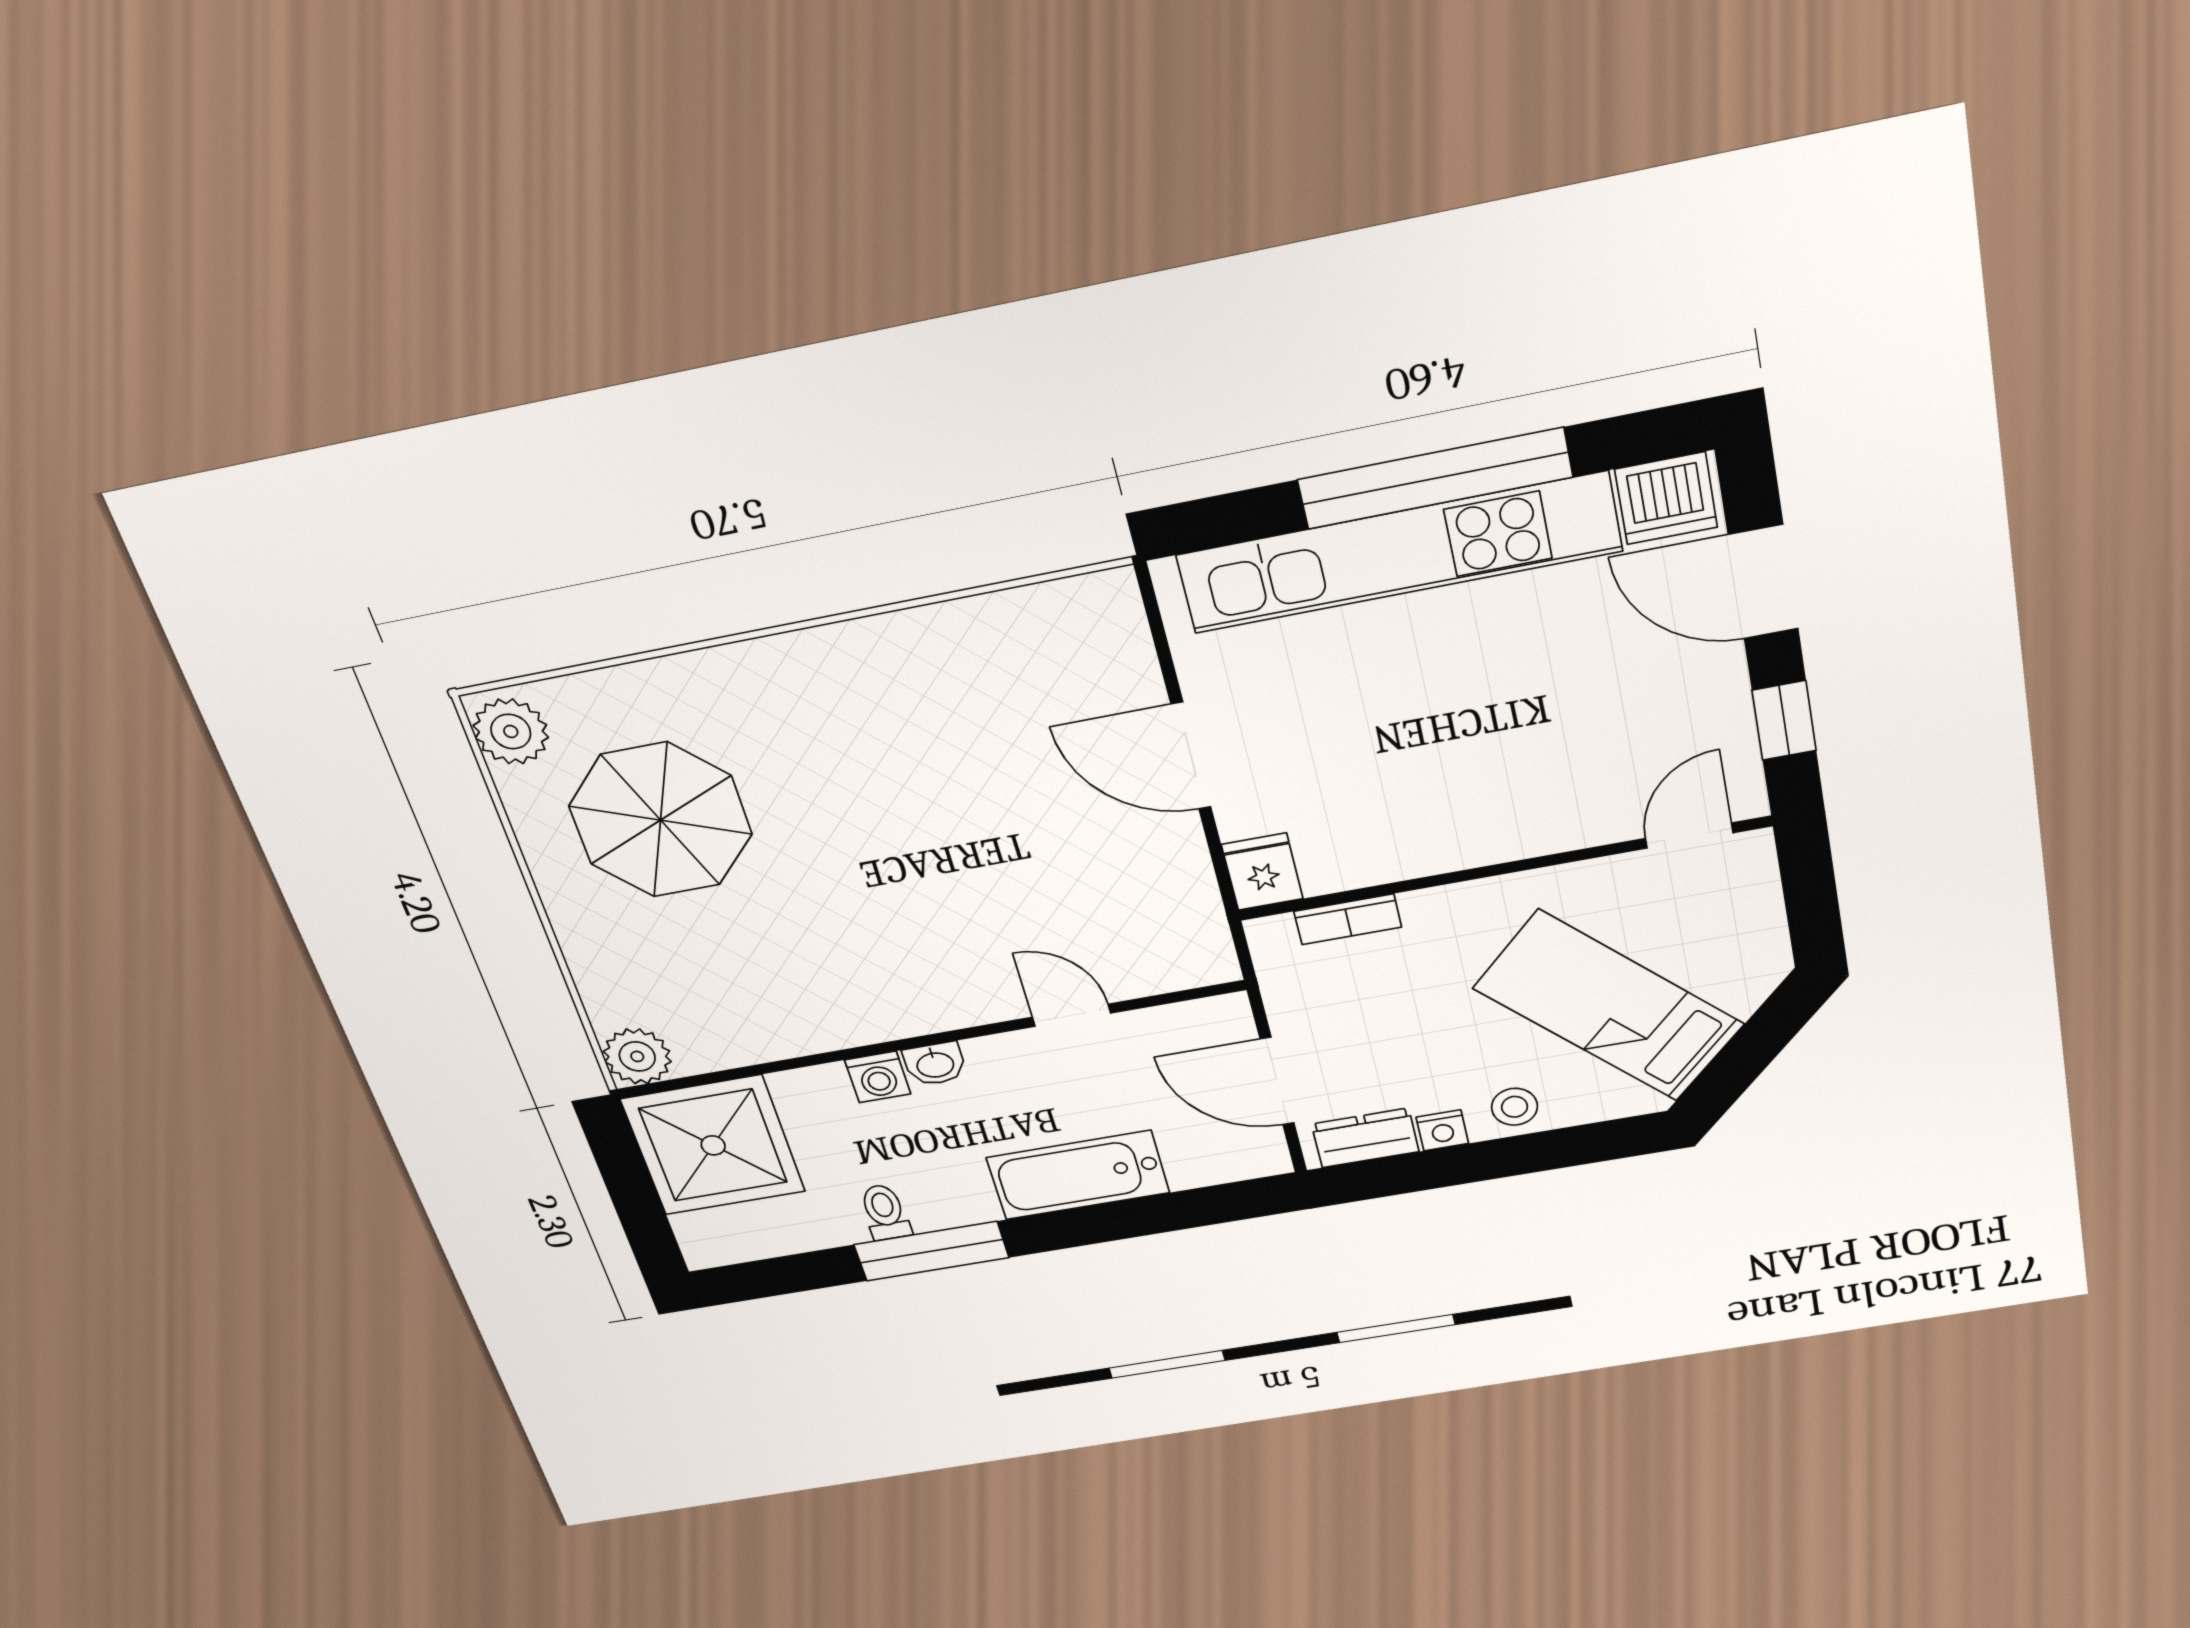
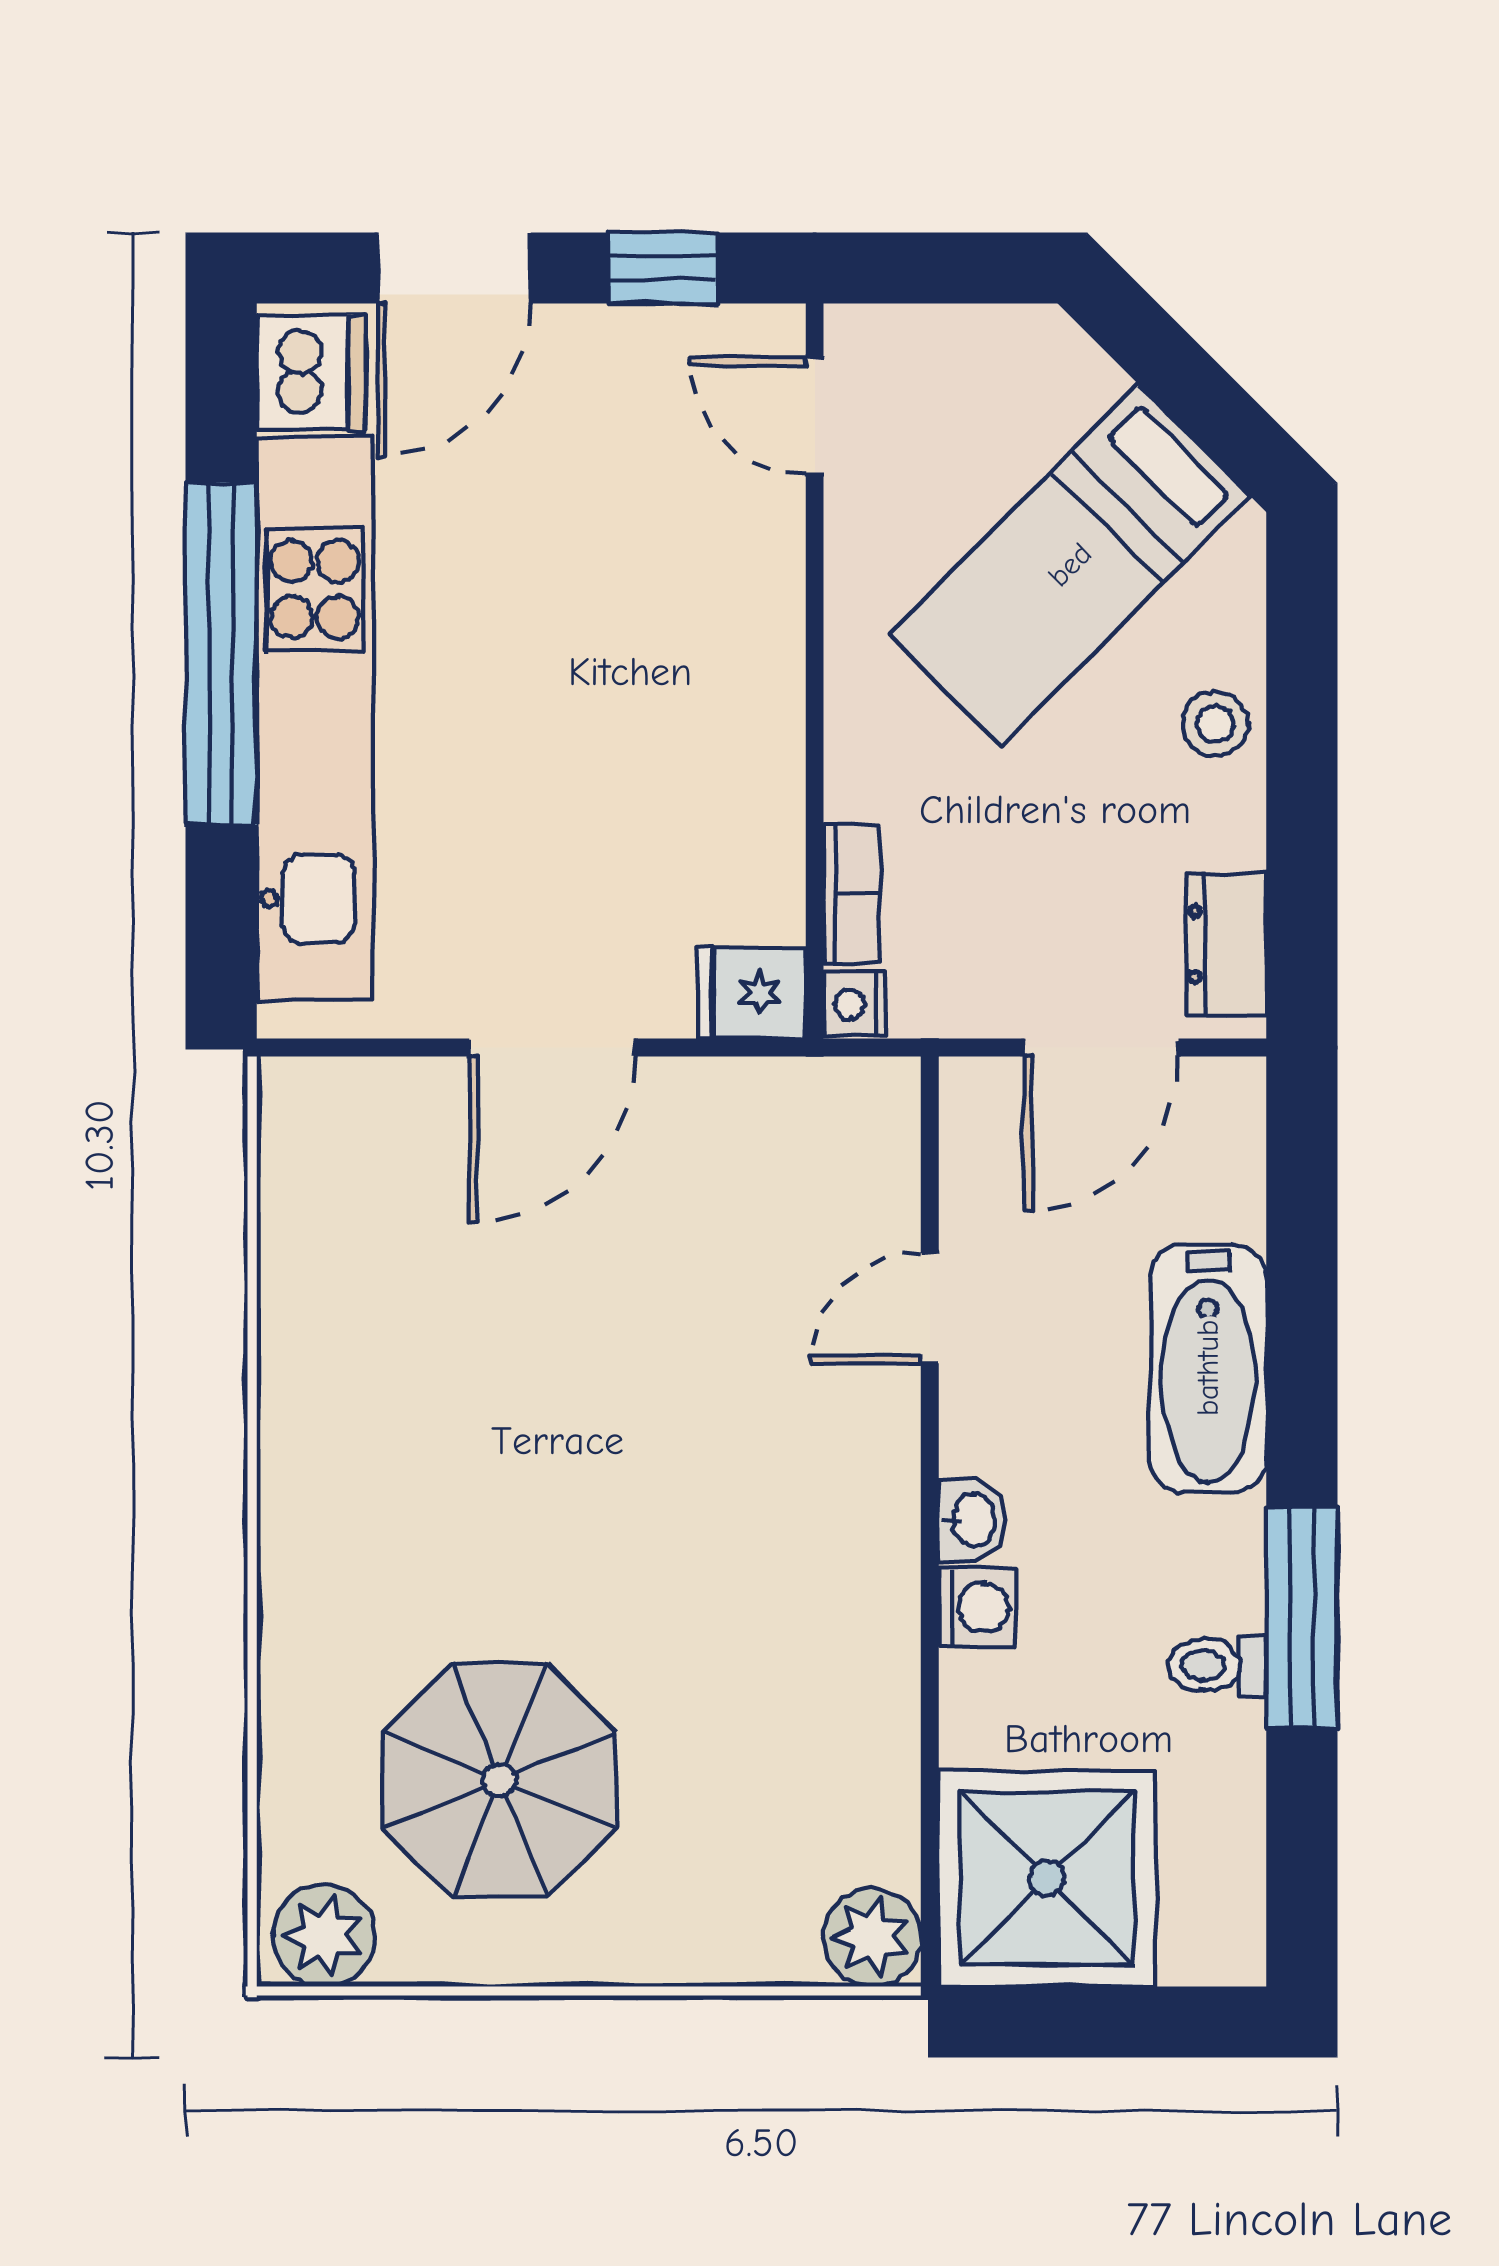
nightstand: (1442, 1130) -> (854, 1004), moved, turned 180

